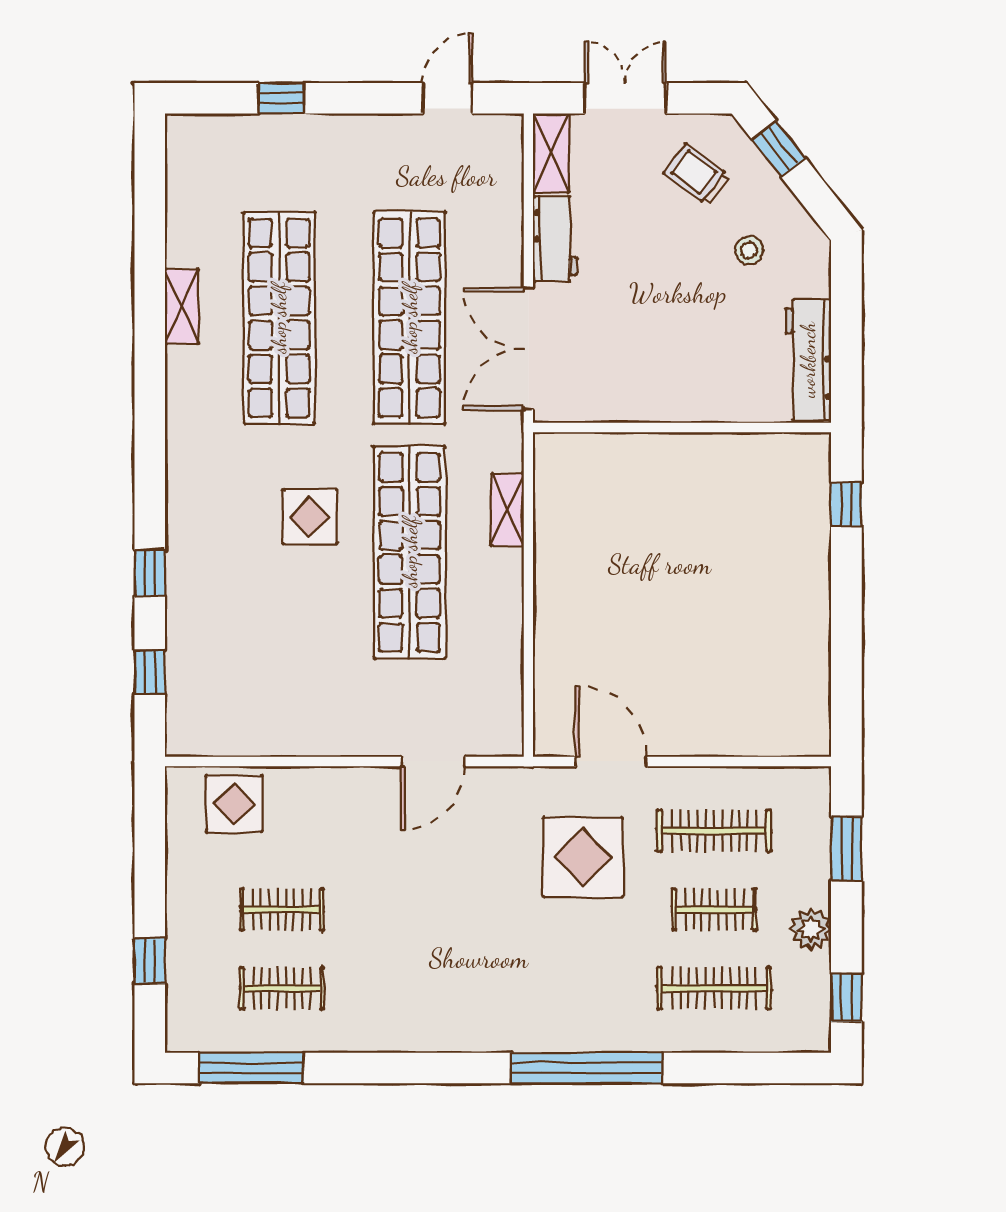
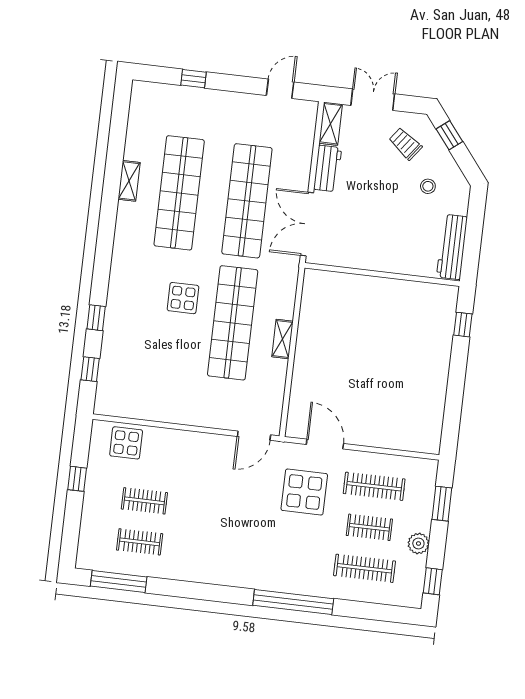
shelving: (508, 509) -> (282, 339), moved
door: (433, 761) -> (254, 436), moved
window: (150, 961) -> (77, 479), moved

